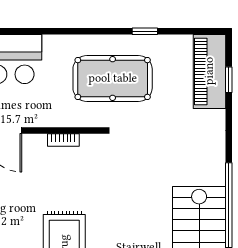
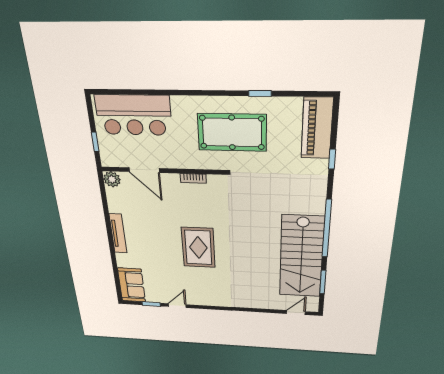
window: (229, 80) -> (332, 159), moved

